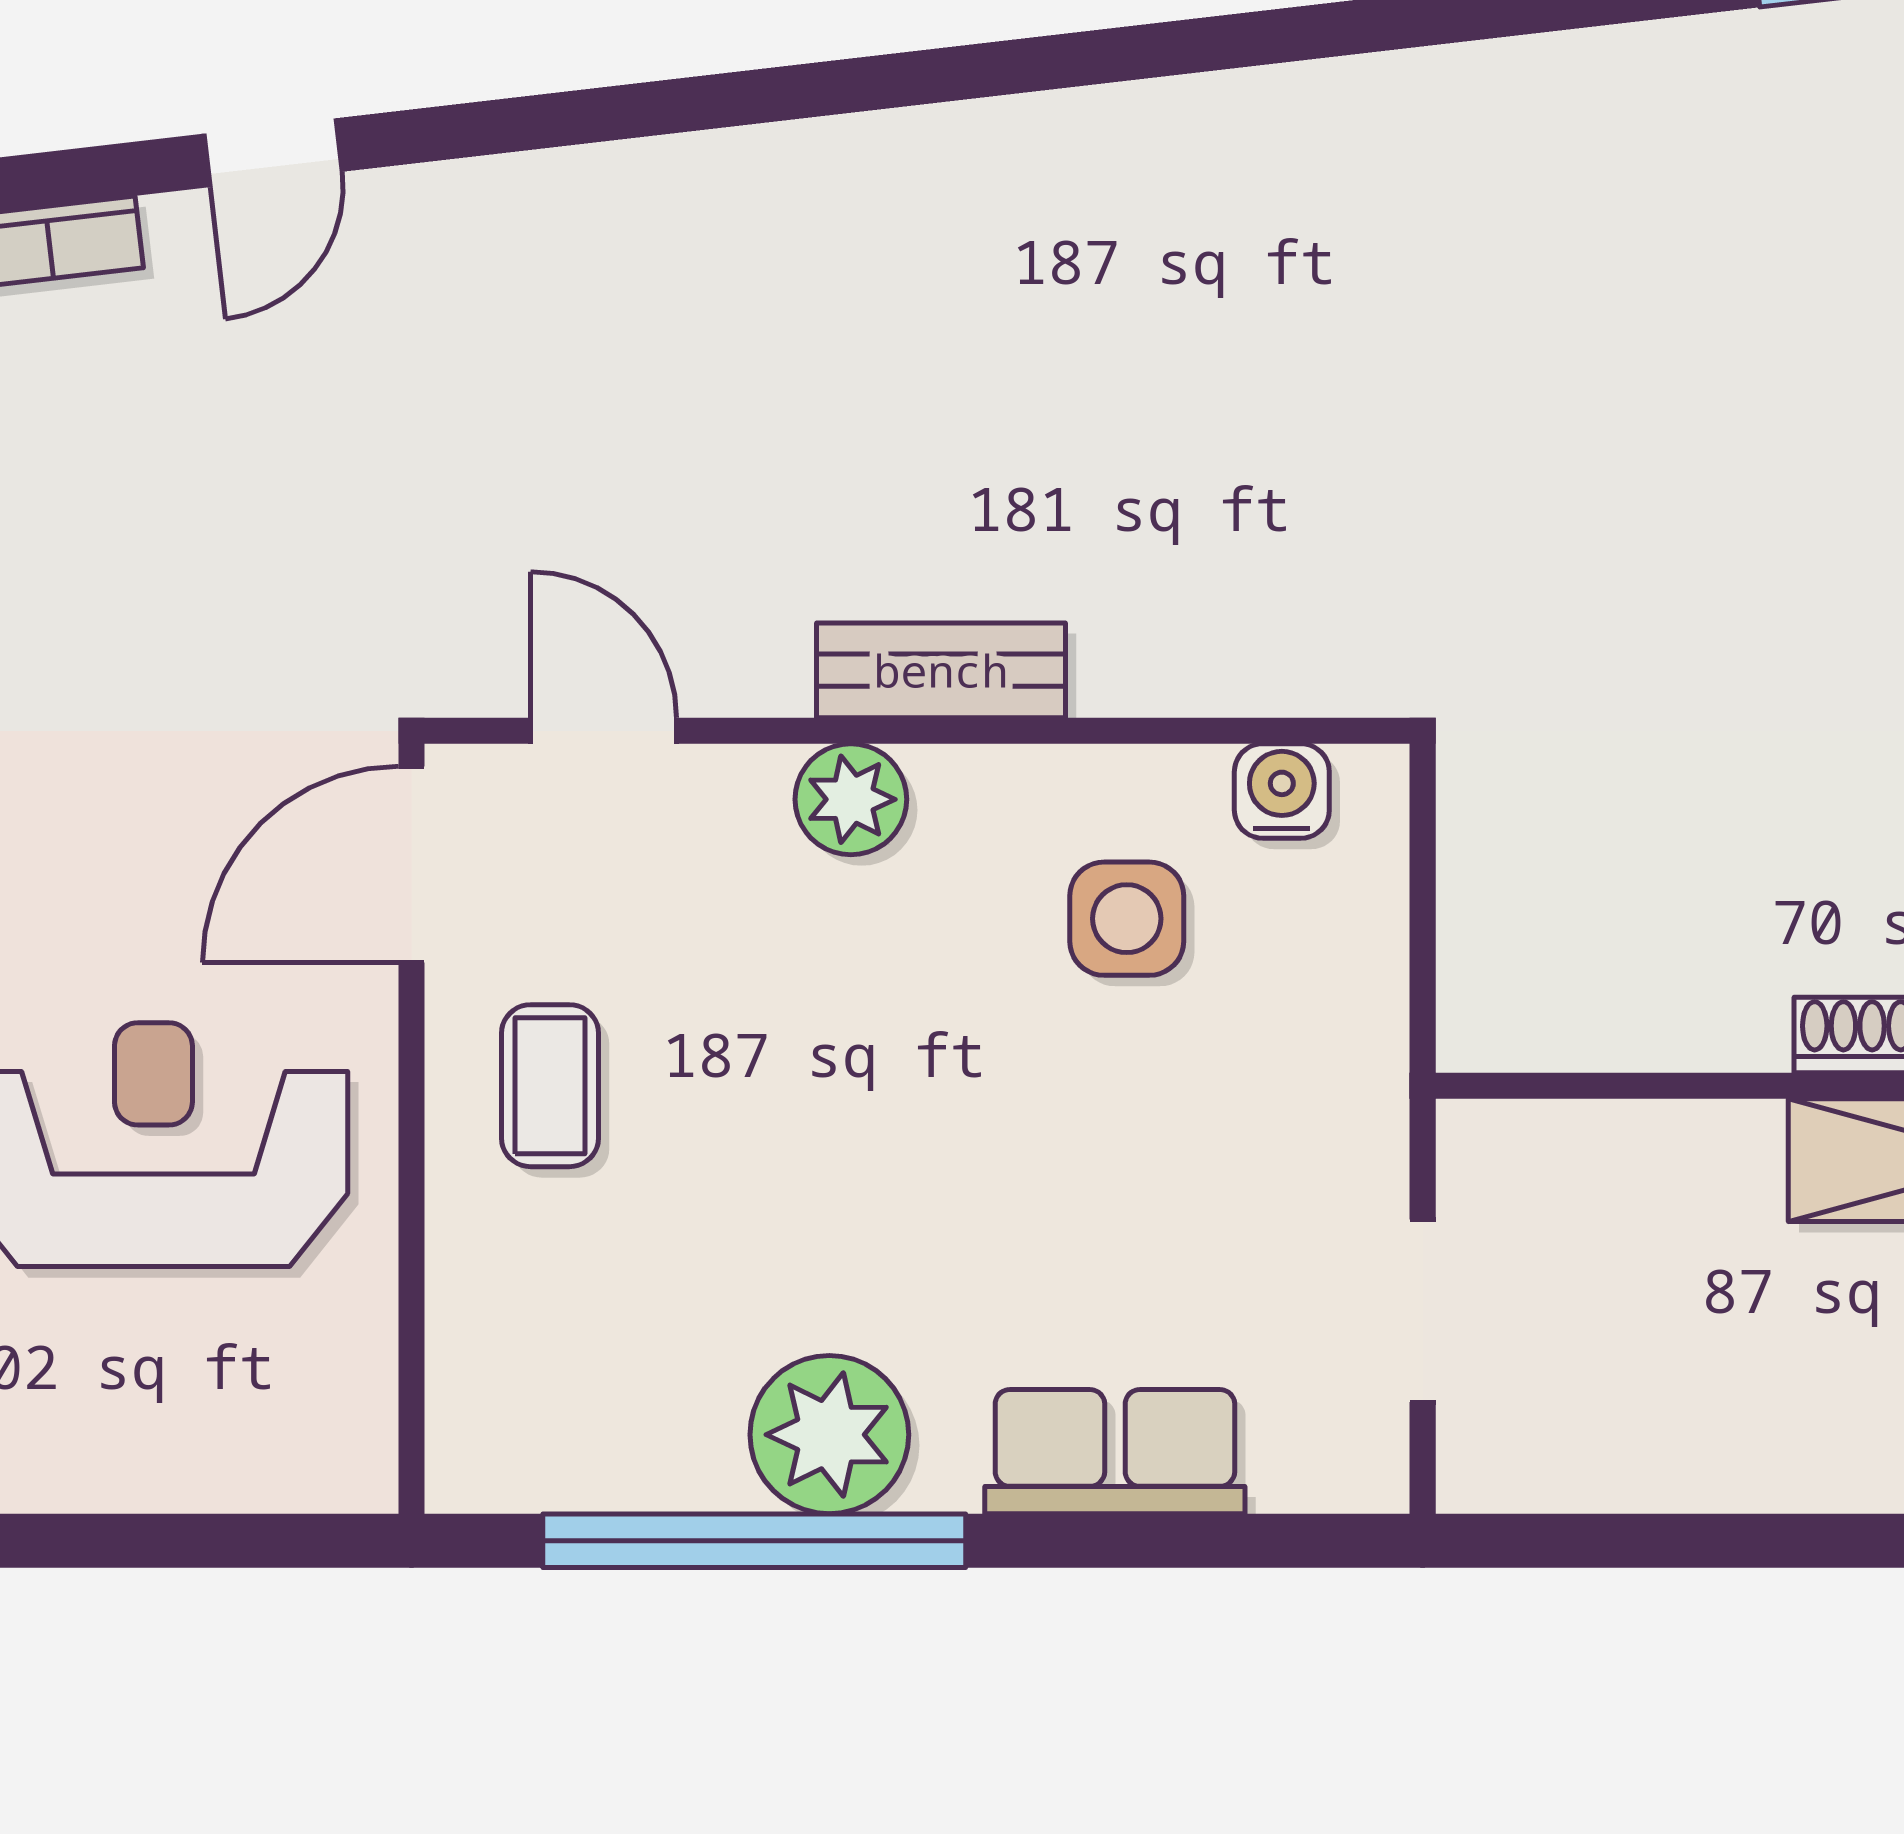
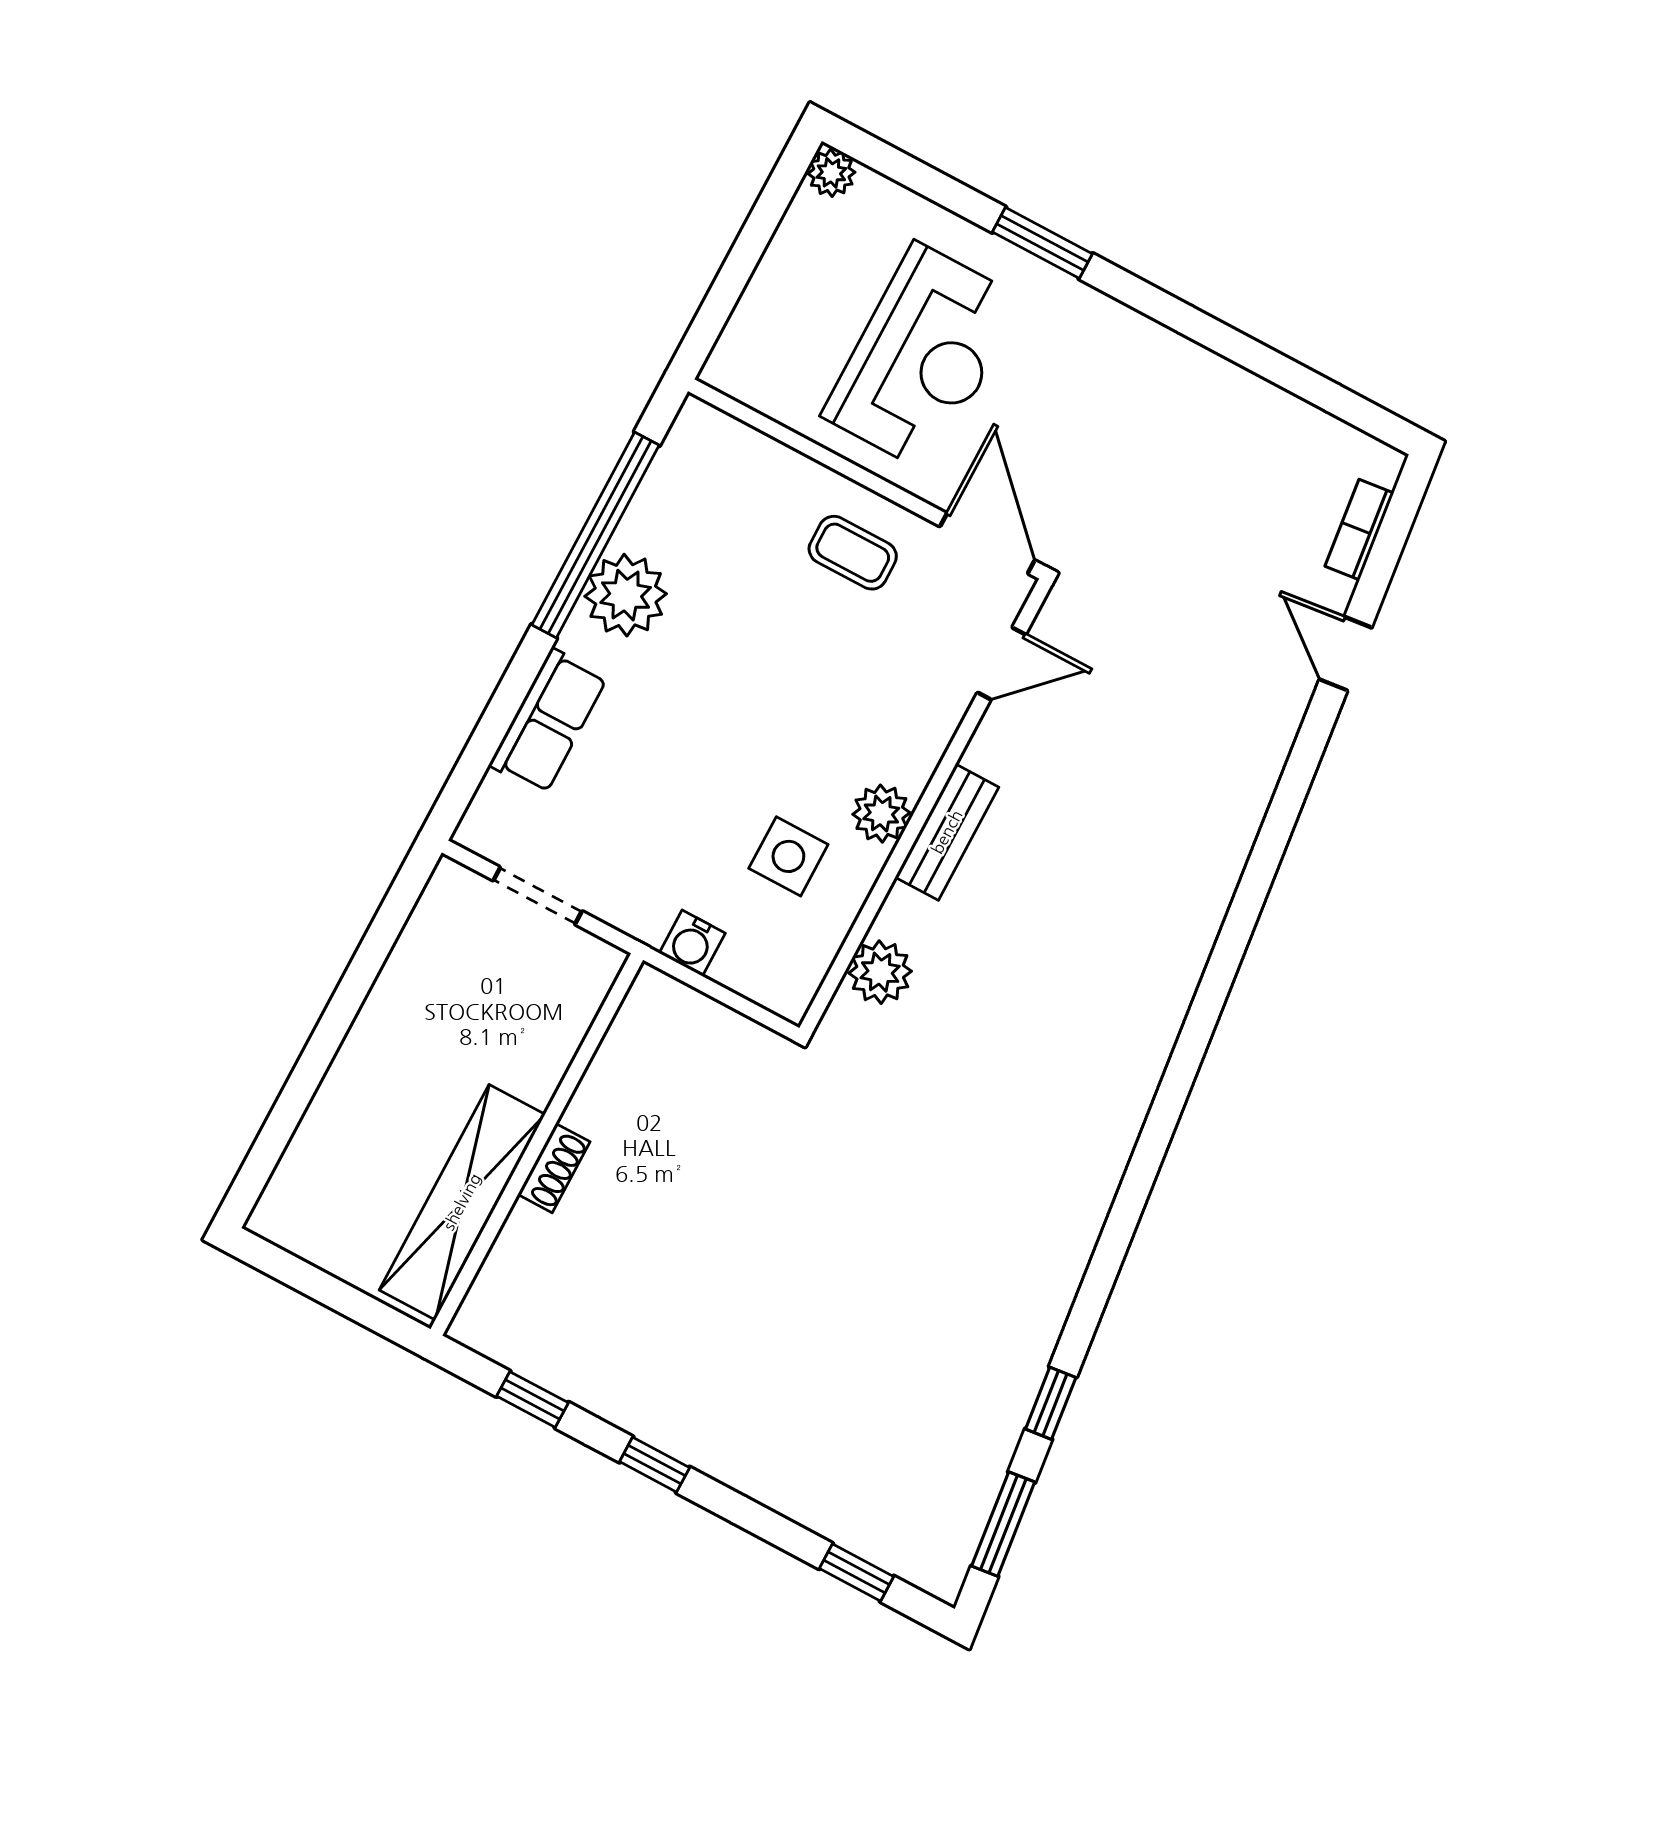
plant: (1241, 657) -> (880, 972), added
water cooler: (1282, 791) -> (692, 943), moved, turned 90
plant: (851, 799) -> (881, 814), moved

